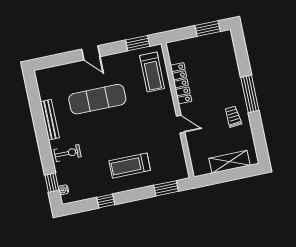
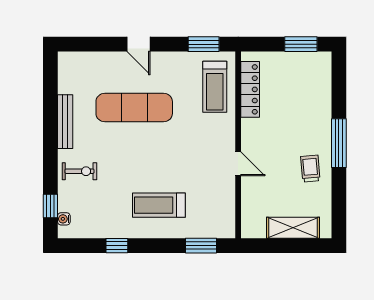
locker: (181, 83) -> (250, 89), moved

